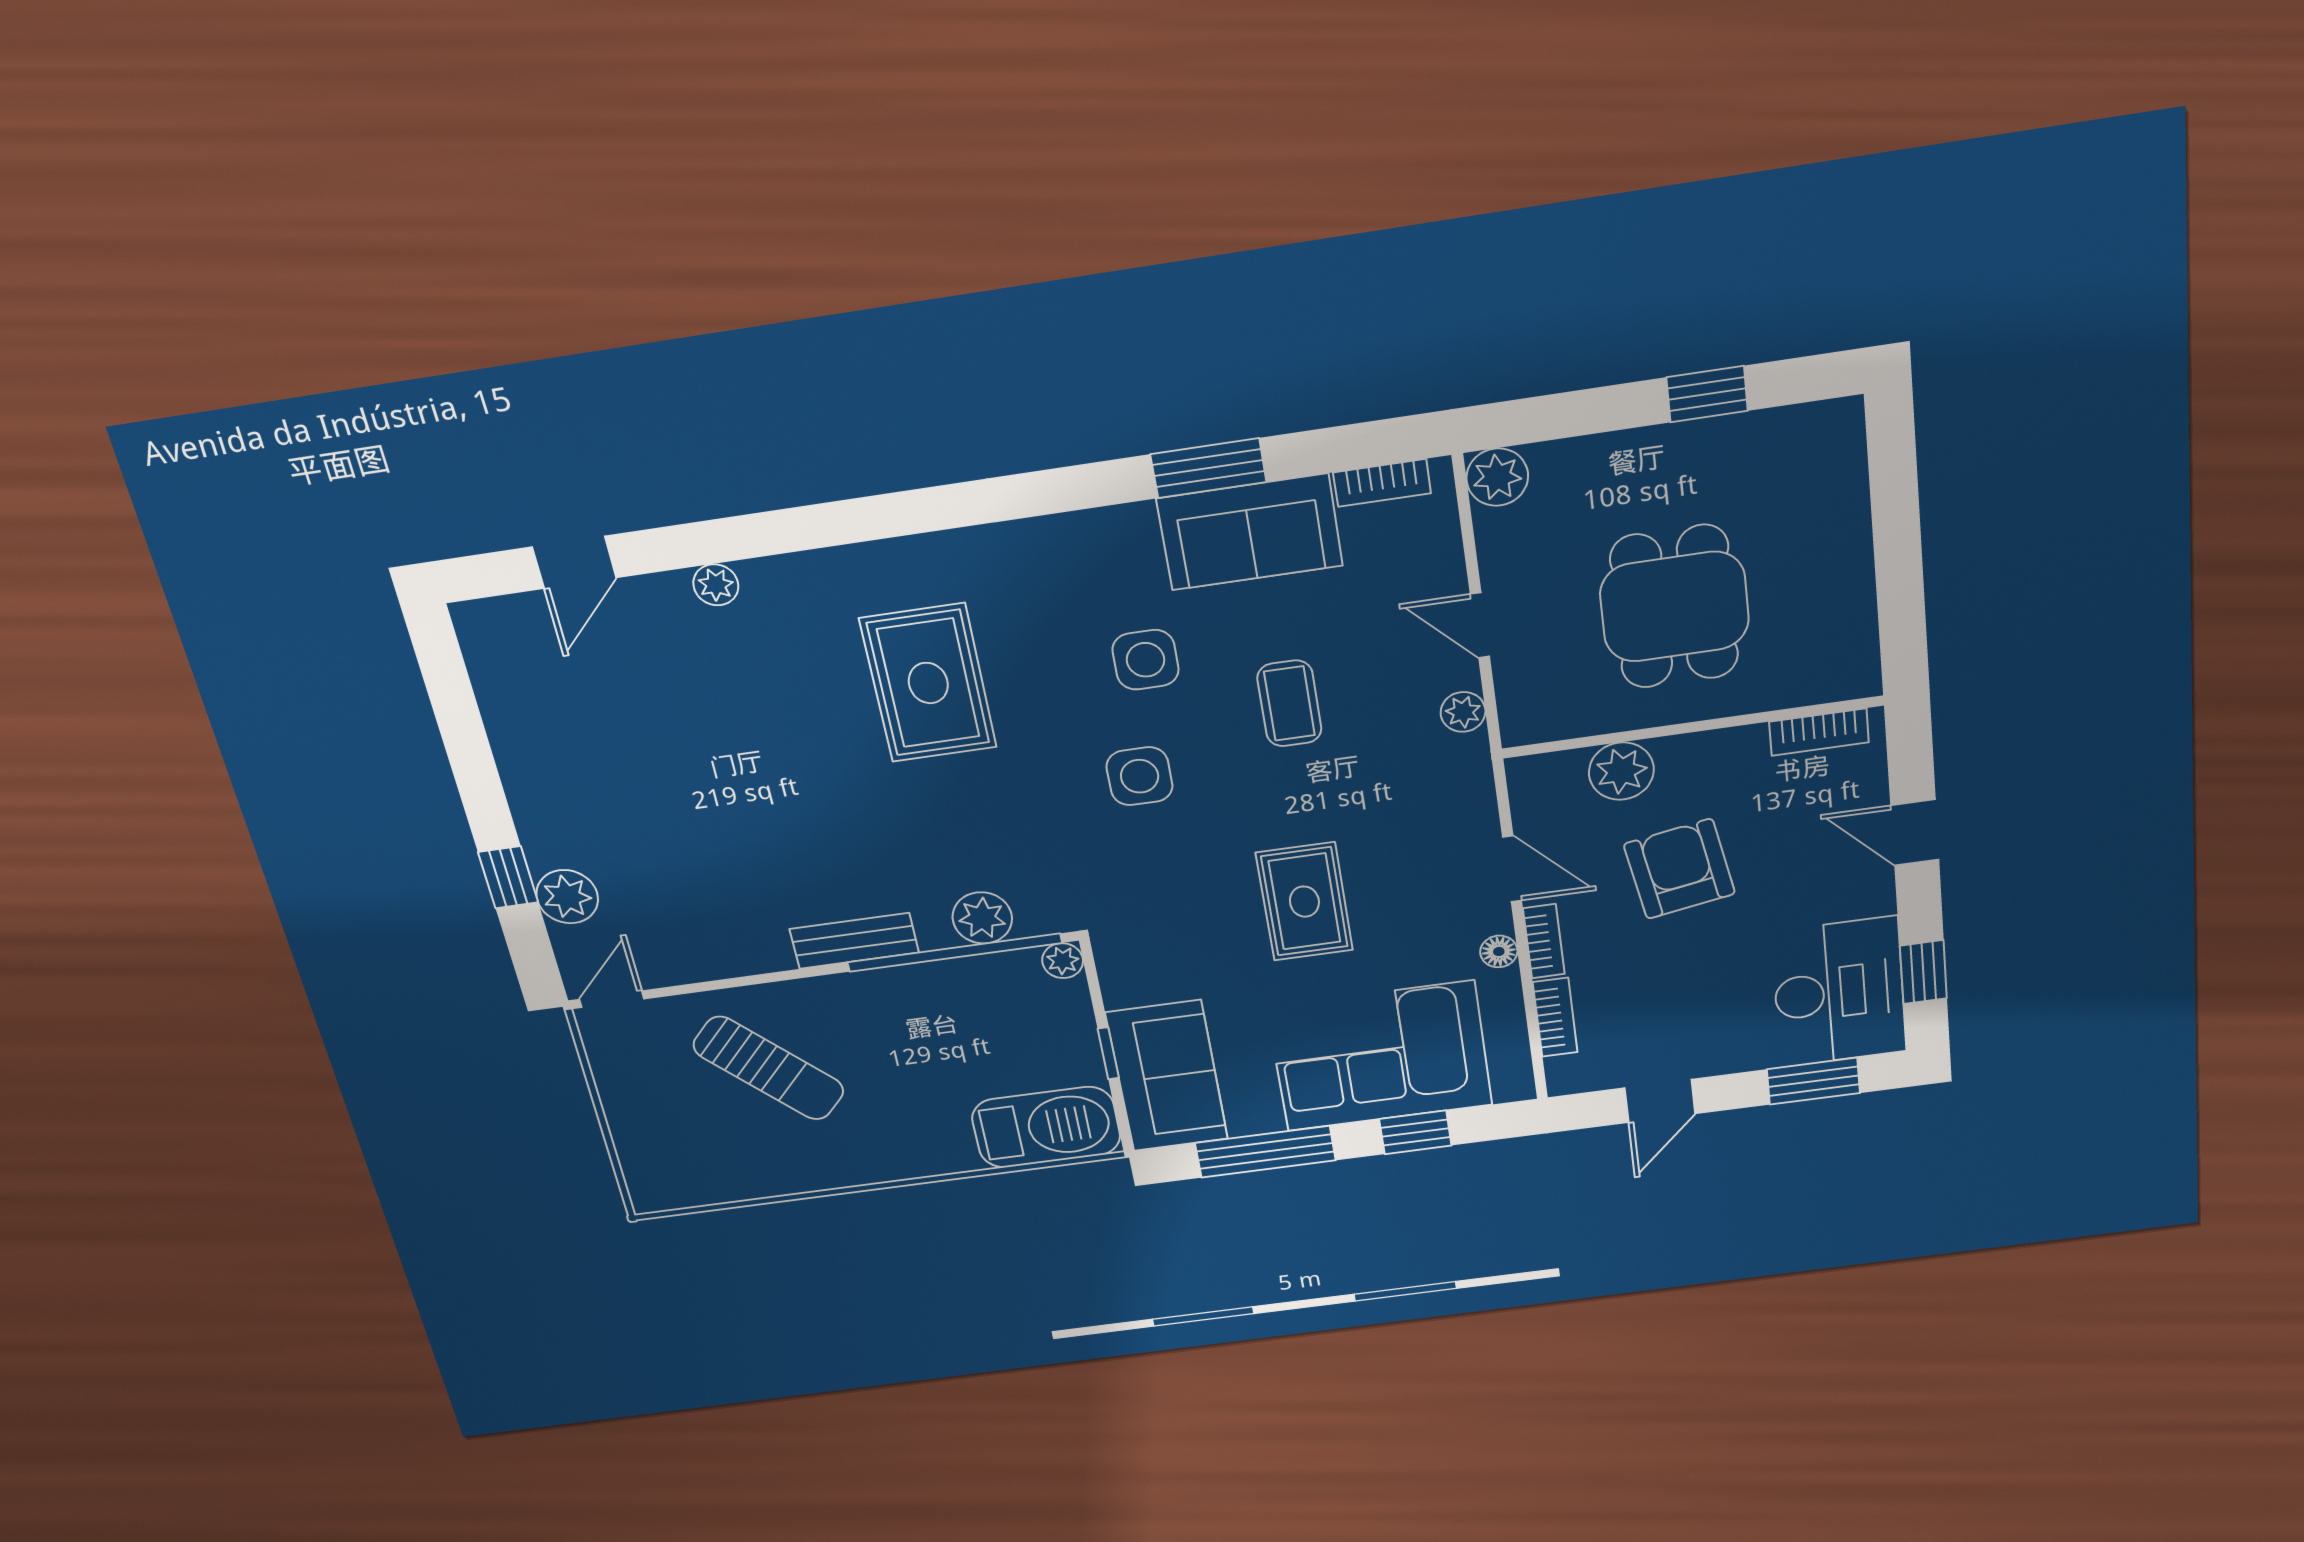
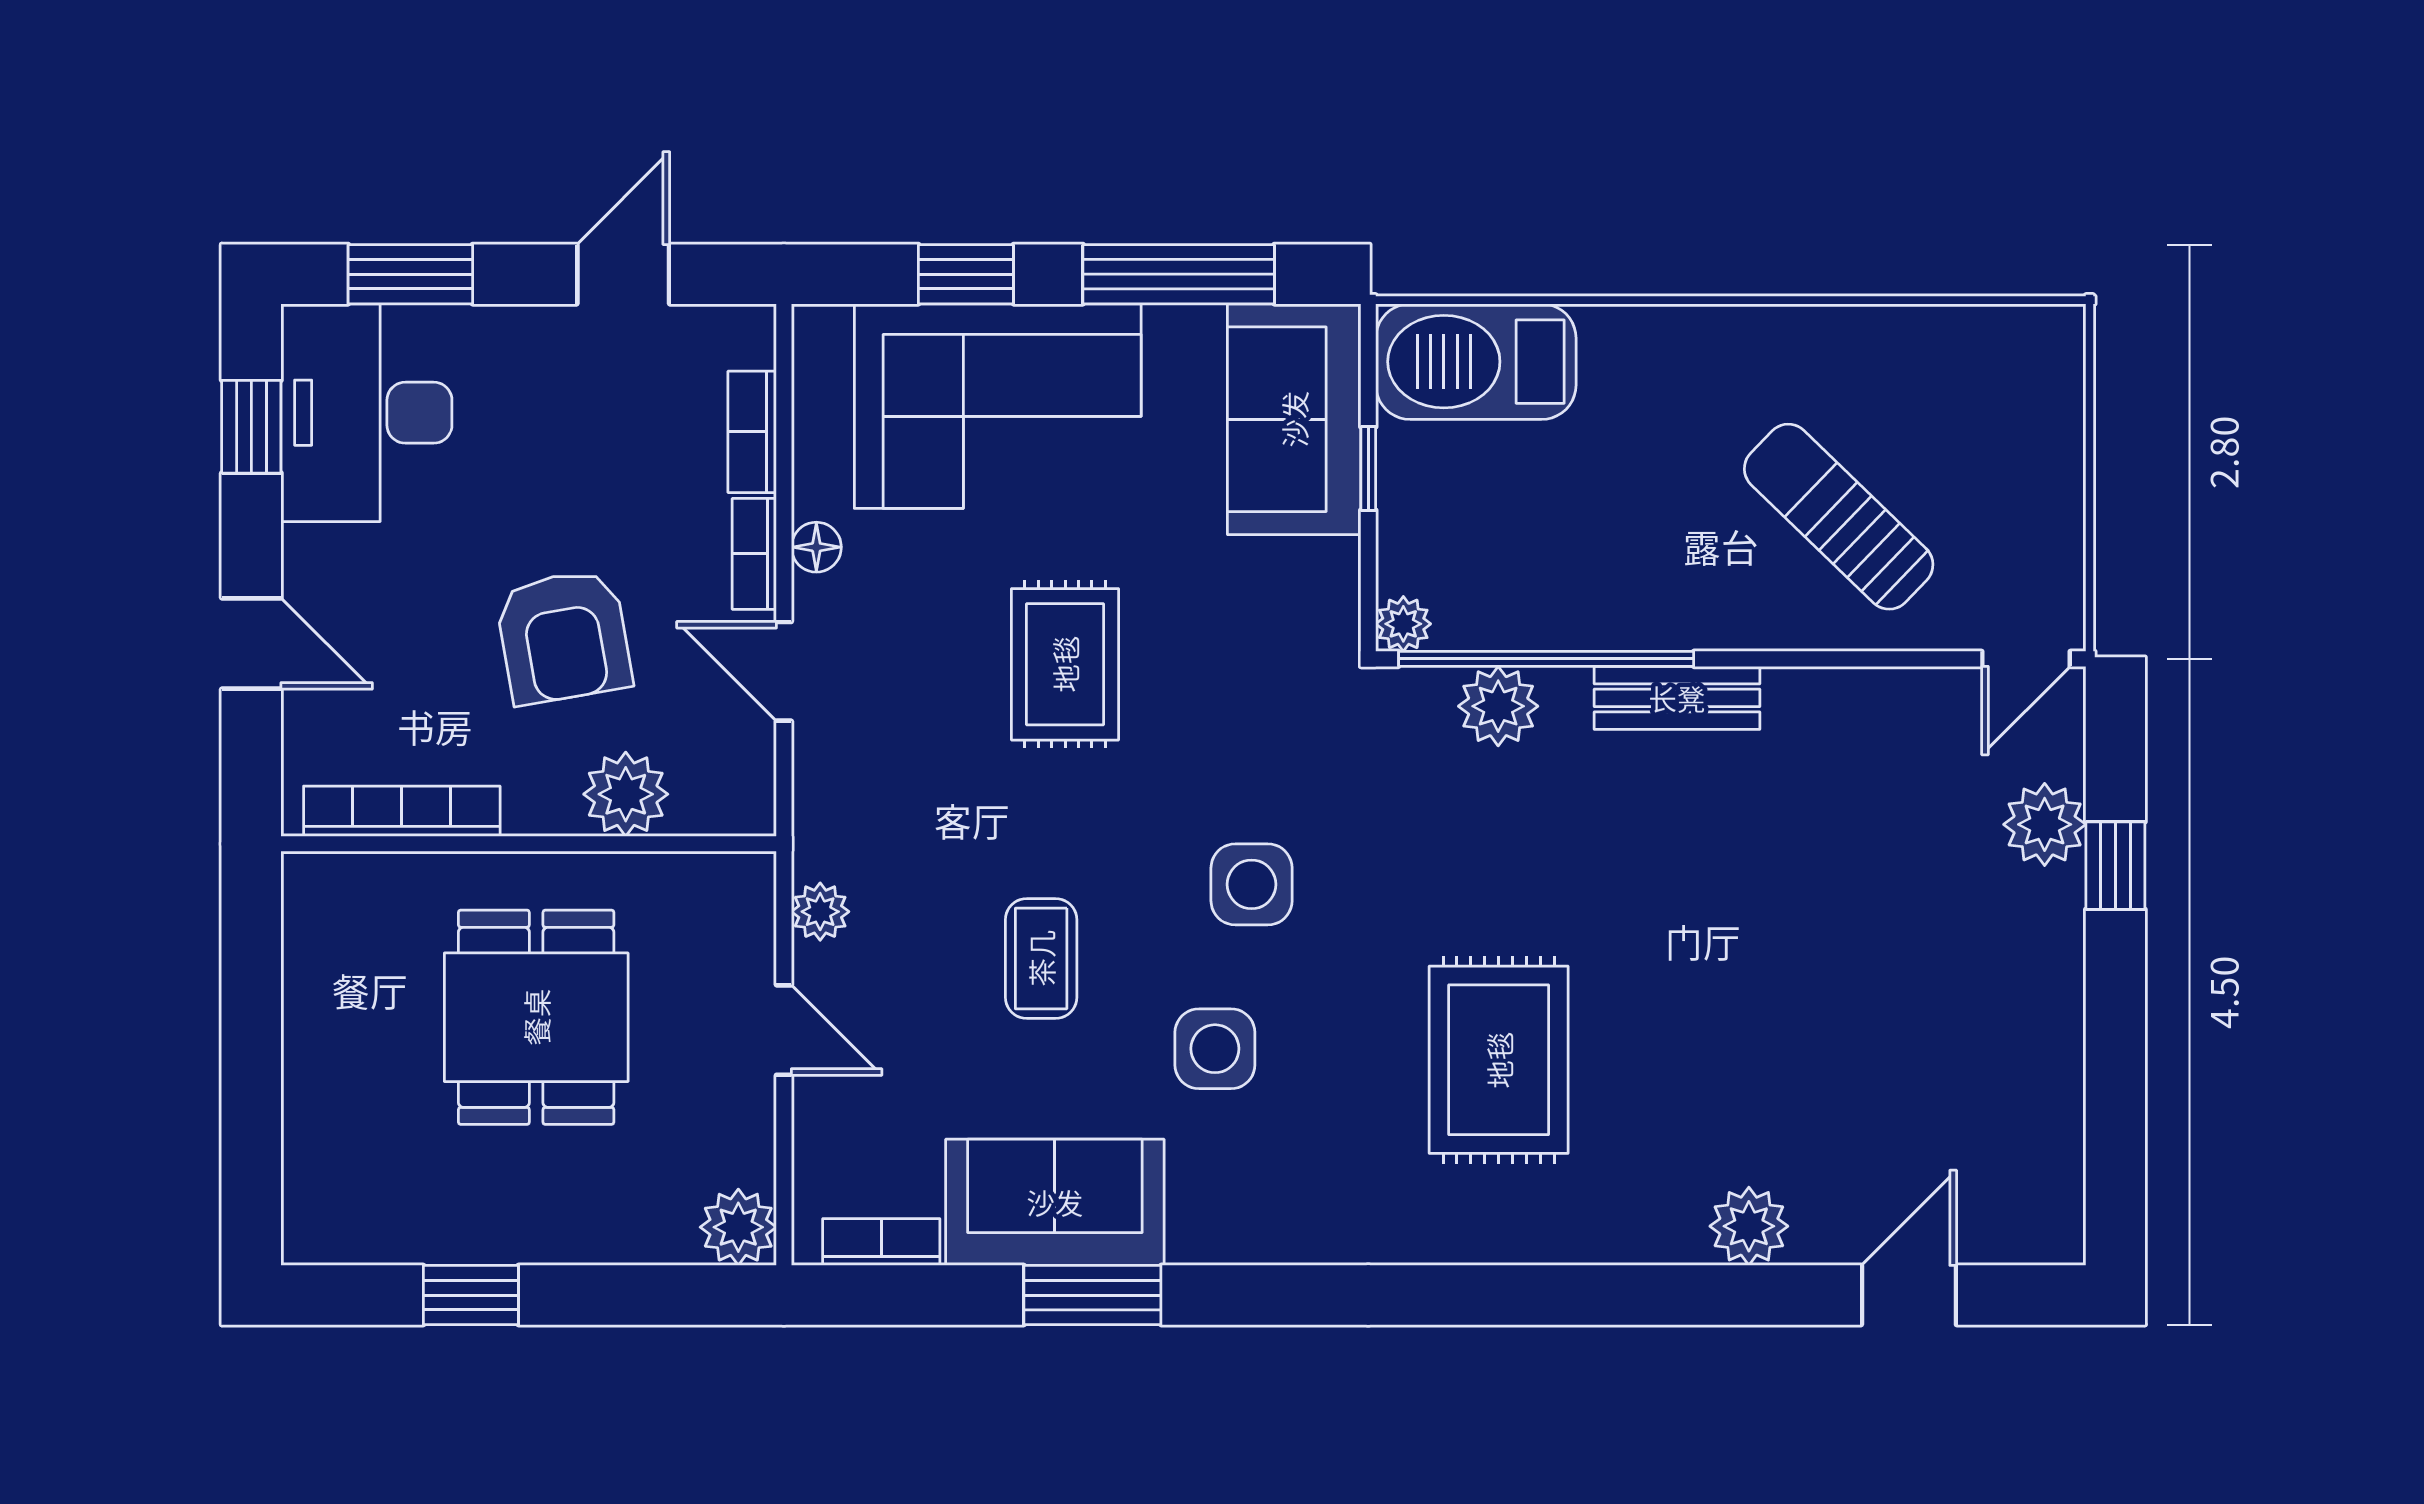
plant: (716, 585) -> (1749, 1226), width x1.38, depth x1.38
bookcase: (1819, 732) -> (402, 811), width x1.56

